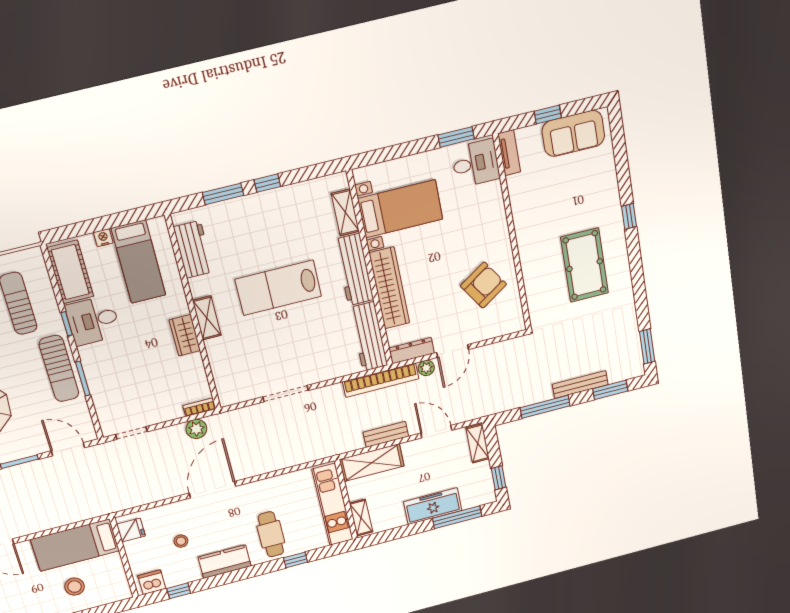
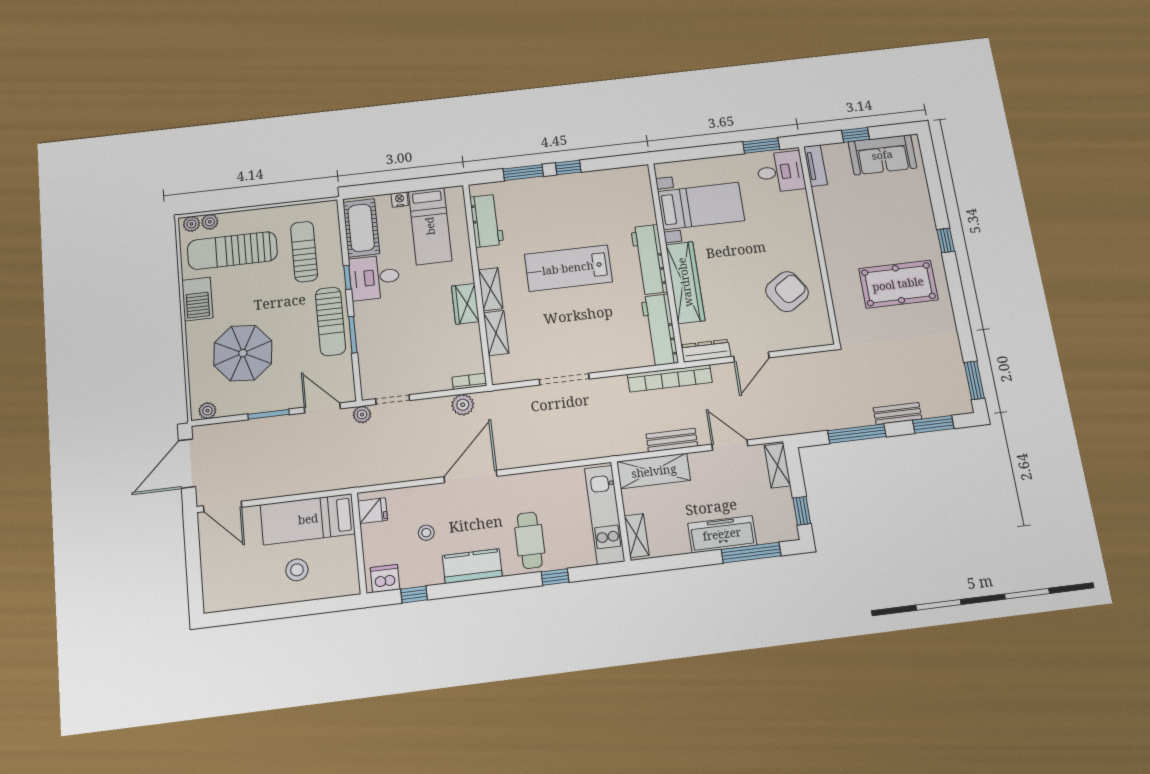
shelving: (345, 212) -> (496, 333), moved
pool table: (585, 265) -> (898, 284), turned 90
plant: (426, 368) -> (362, 414), moved
bench: (580, 385) -> (897, 413), width x0.73

